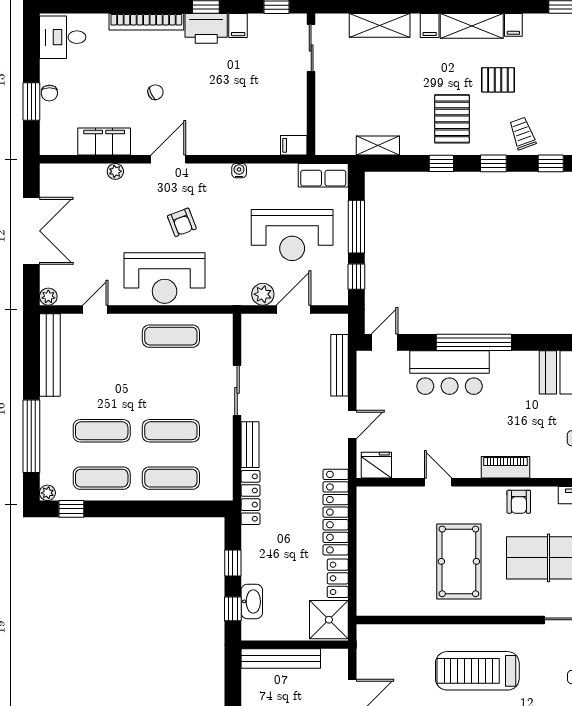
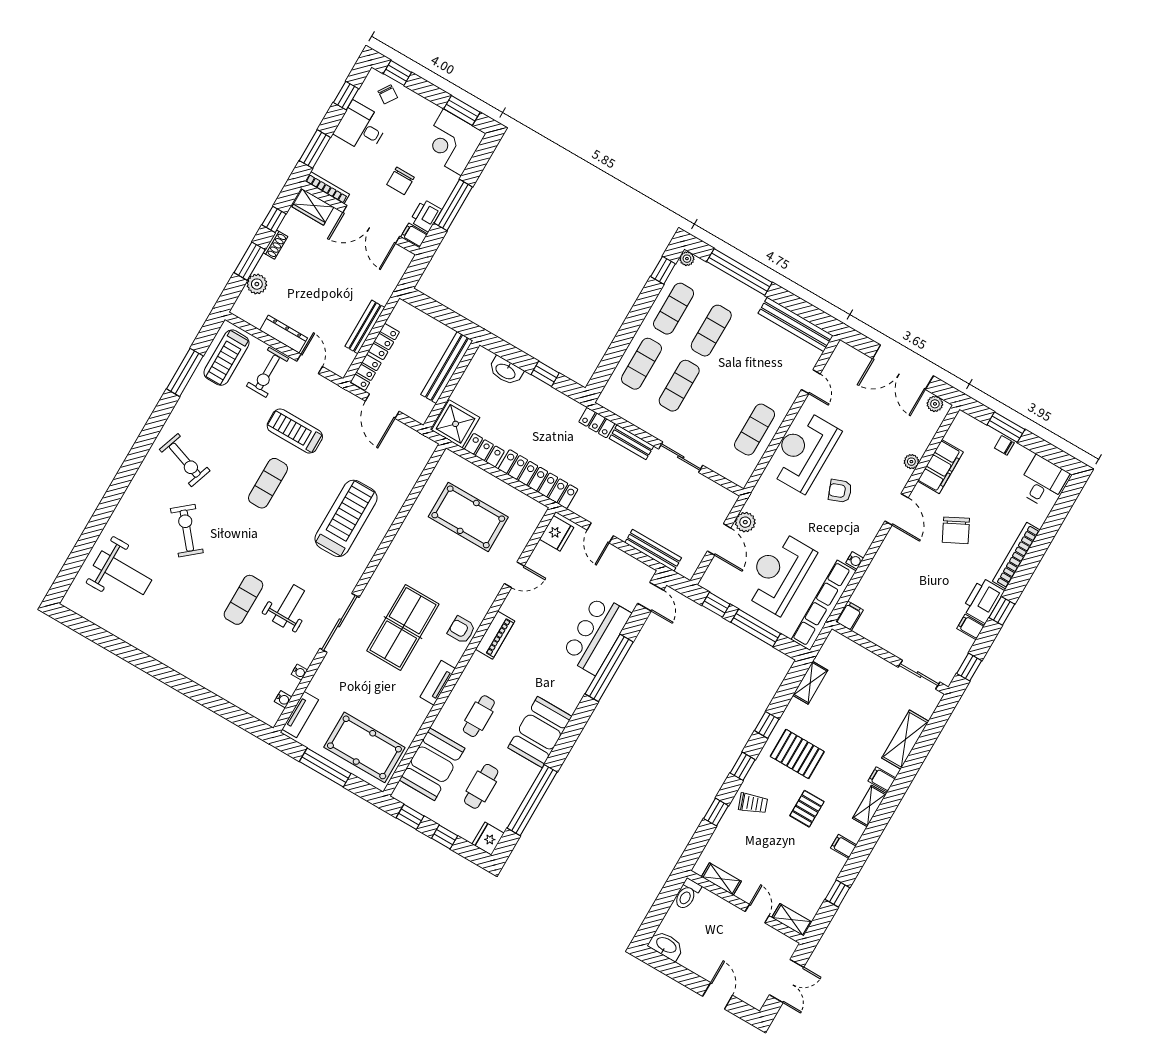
shelving: (472, 26) -> (870, 806), width x0.67, depth x0.75
chair: (156, 92) -> (956, 530), width x1.87, depth x1.87
row of seats: (323, 175) -> (824, 605), width x2.02
plant: (48, 297) -> (935, 404), moved
locker: (251, 498) -> (597, 423), width x0.66
pool table: (459, 561) -> (468, 517), moved
window: (233, 609) -> (509, 353), removed

